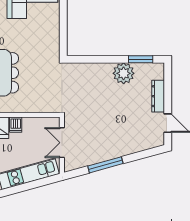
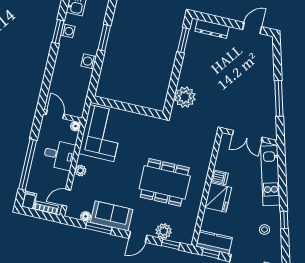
plant: (124, 73) -> (185, 97), moved
dresser: (158, 96) -> (212, 29), moved

